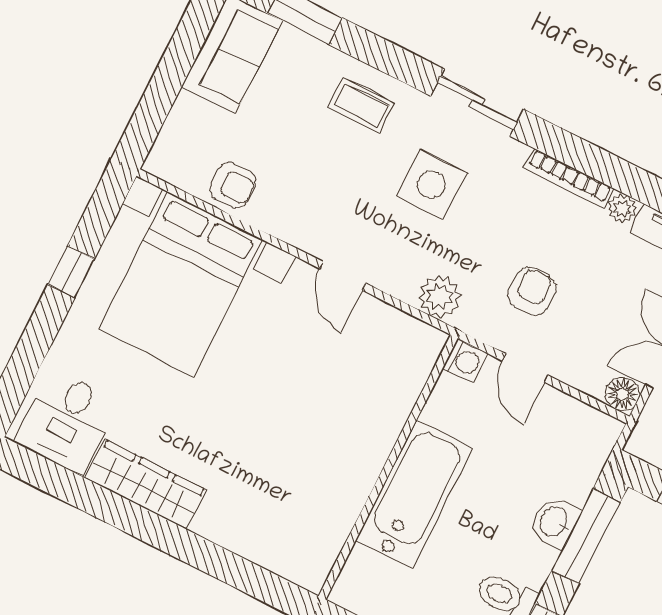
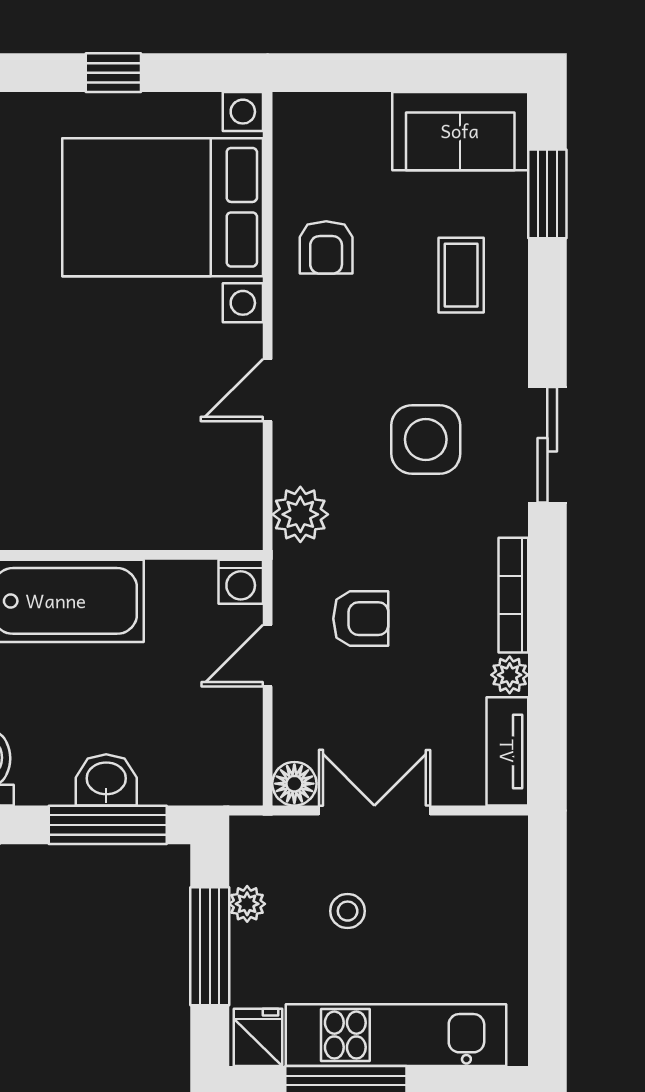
coffee table: (362, 105) -> (461, 275), moved
armchair: (233, 185) -> (326, 247), moved

